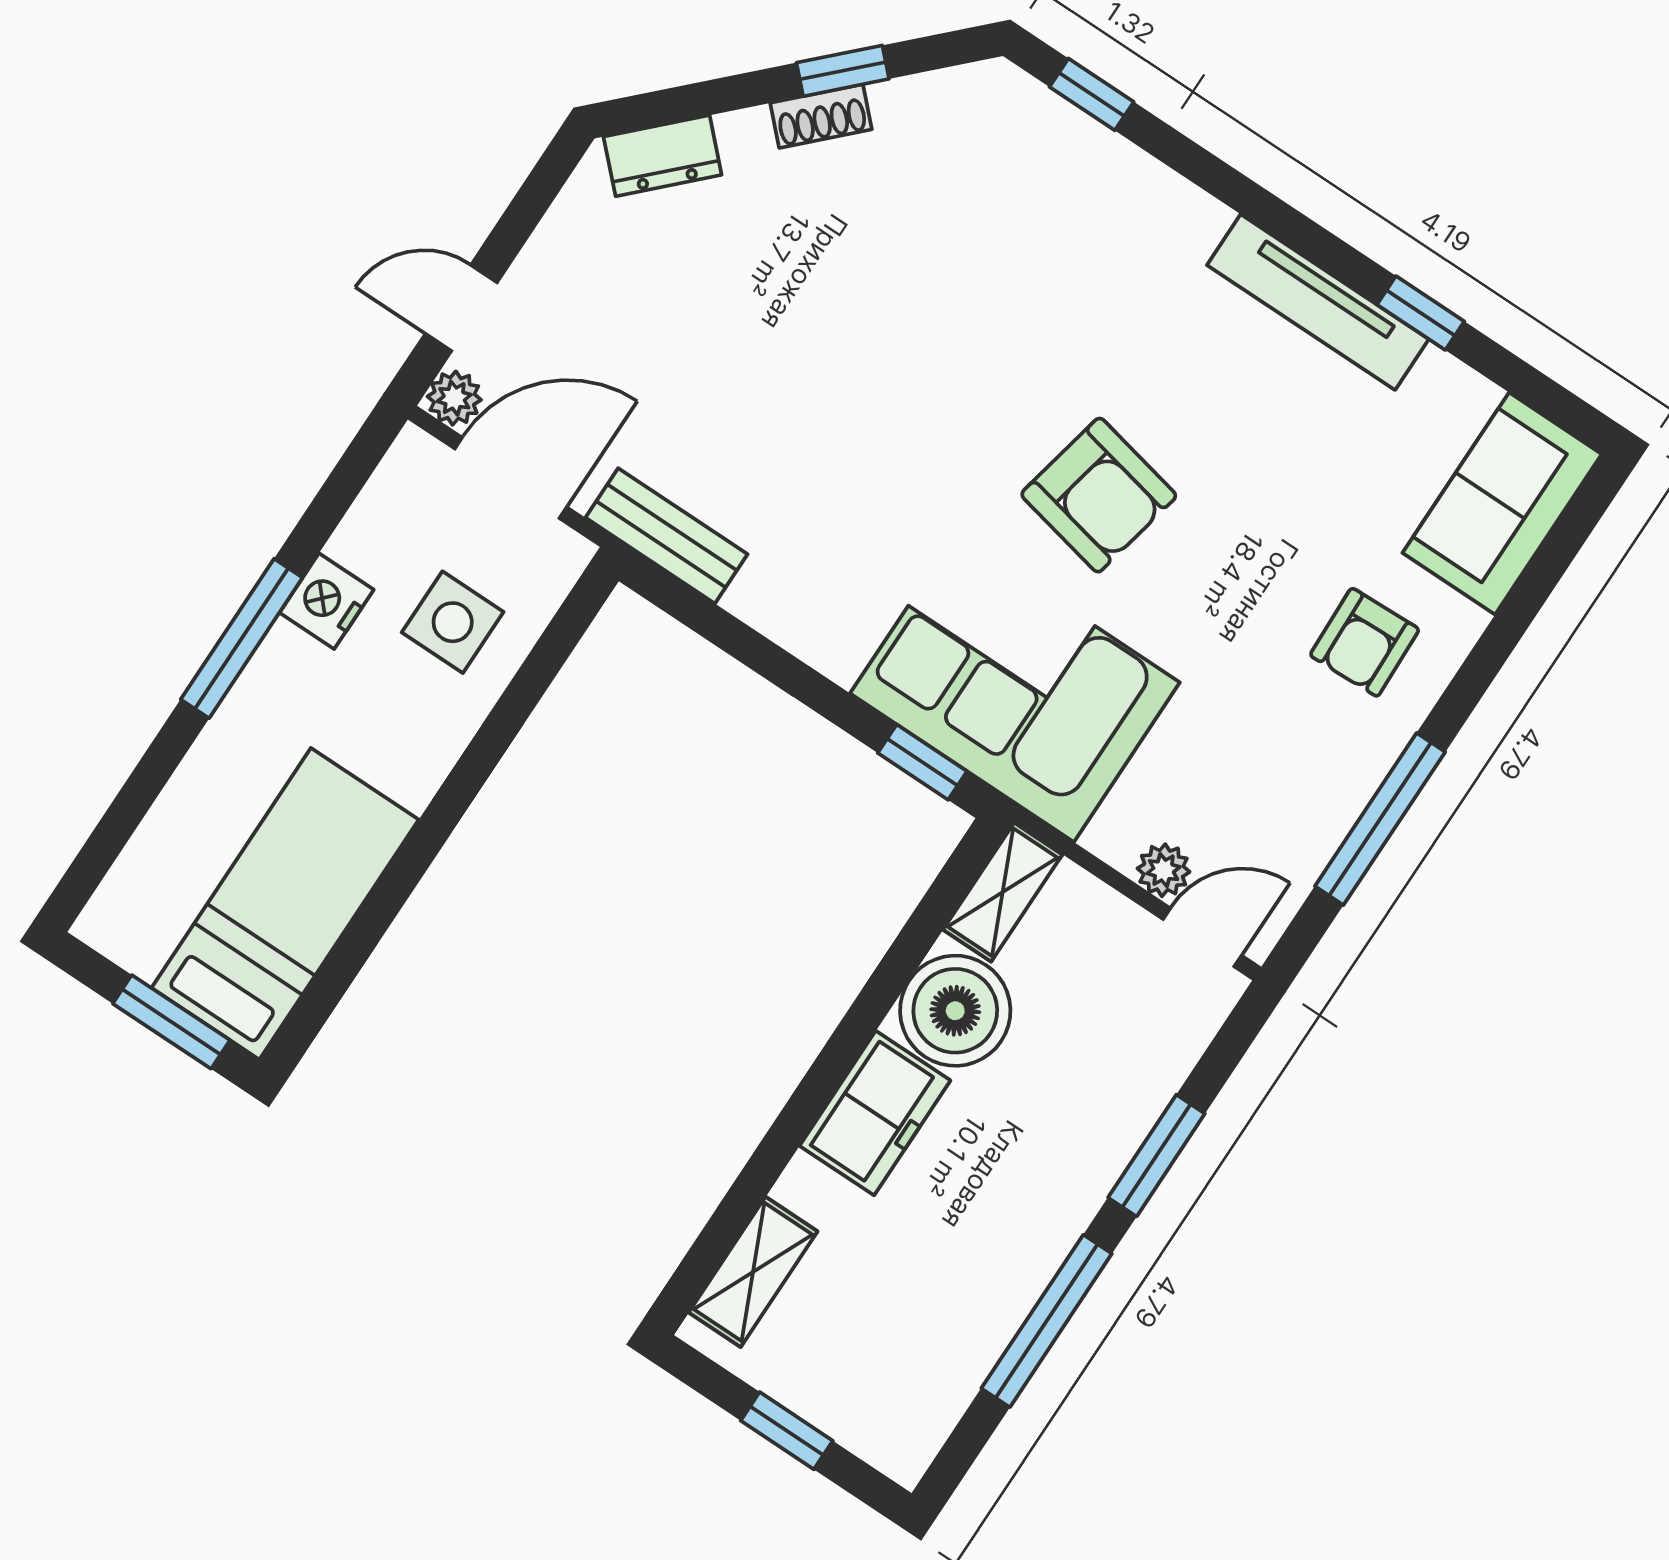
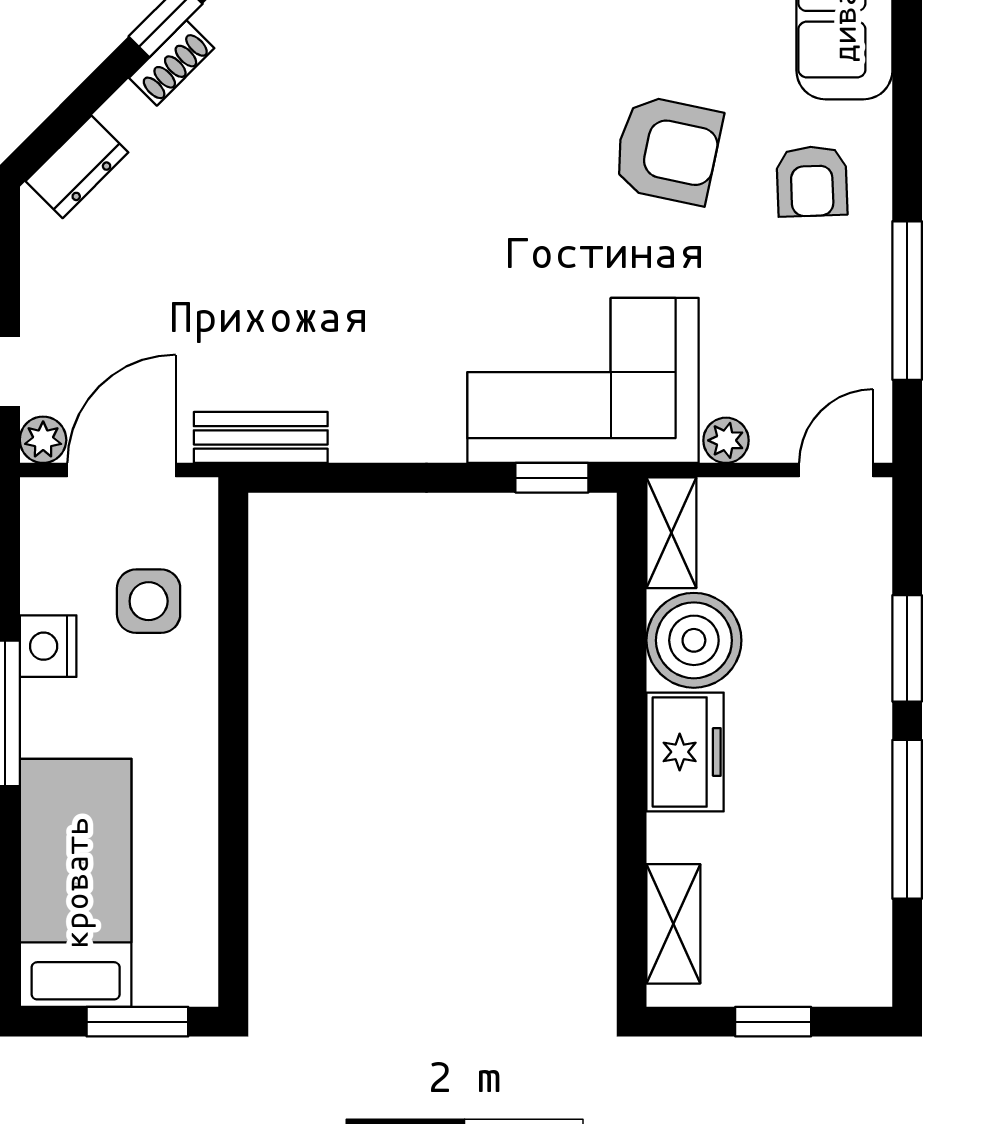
armchair: (1099, 495) -> (668, 150), moved
plant: (1164, 870) -> (726, 440), moved
bed: (285, 904) -> (76, 883), moved

